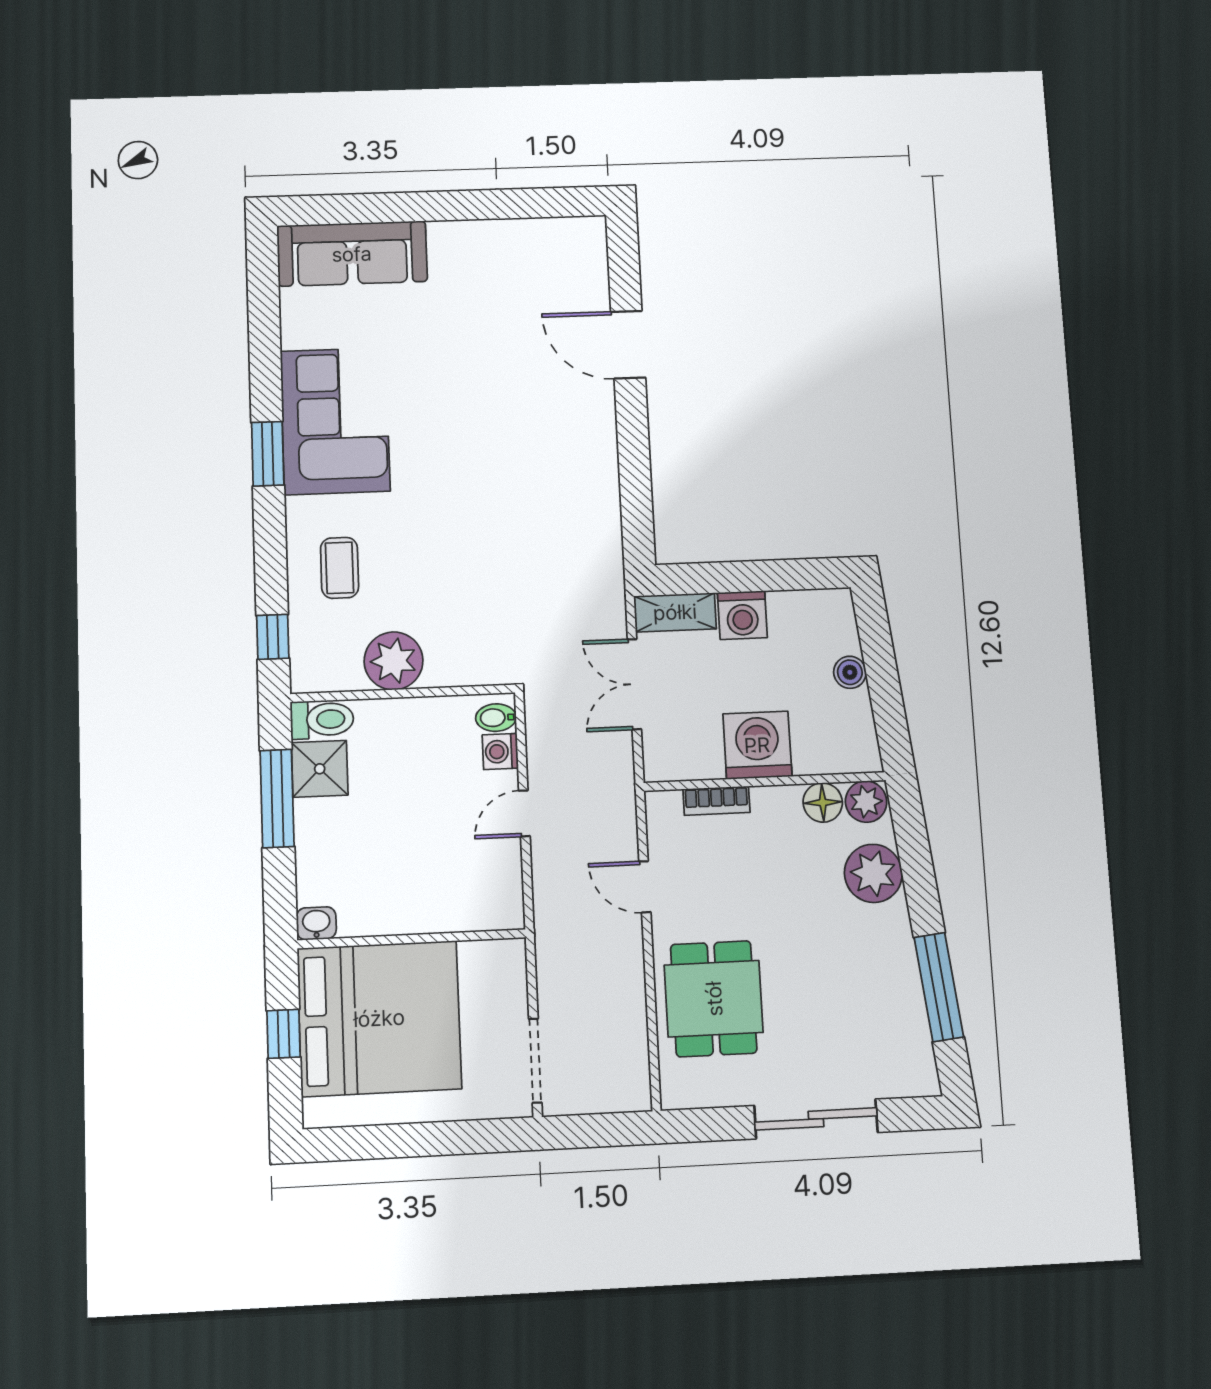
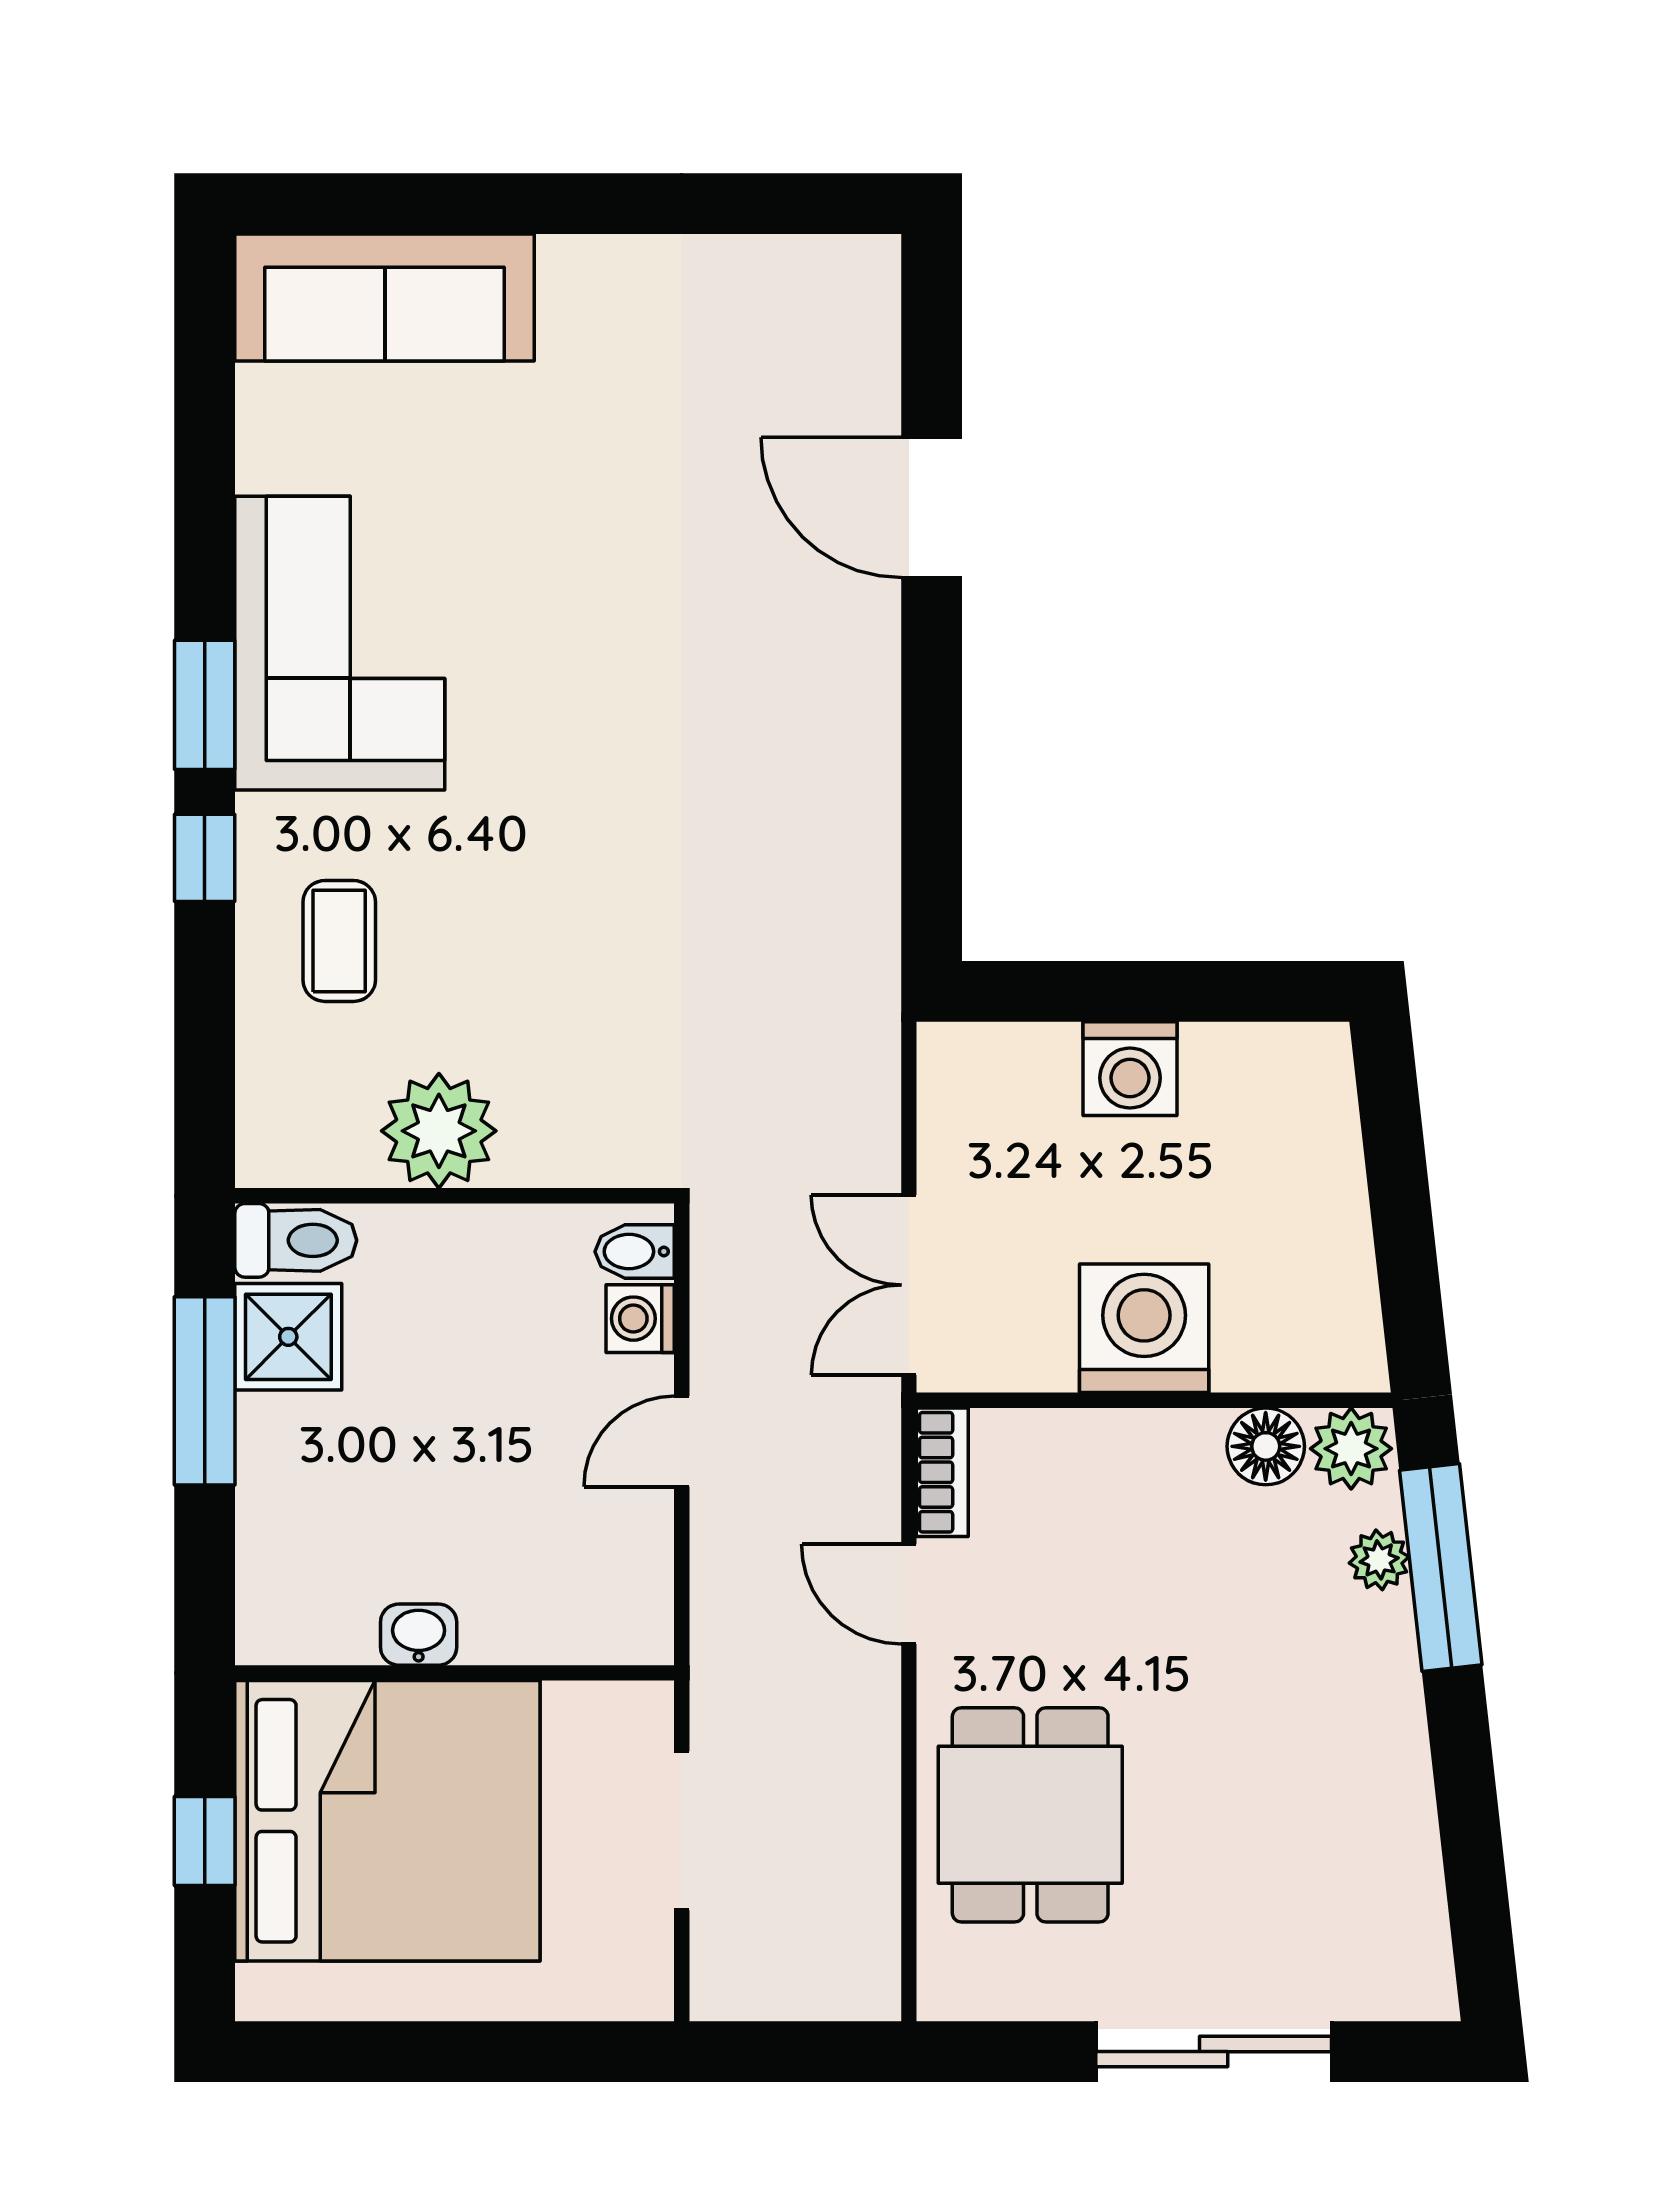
shelving: (675, 612) -> (997, 1058), removed
window: (273, 637) -> (205, 858), moved
boiler: (850, 672) -> (1336, 1192), removed
double door: (634, 684) -> (909, 1285), moved
bookcase: (716, 801) -> (942, 1472), moved, turned -90
plant: (873, 873) -> (1379, 1560), width x0.53, depth x0.53
washbasin: (316, 923) -> (419, 1635), moved
window: (939, 987) -> (1441, 1567), moved
doorway: (535, 1061) -> (682, 1831), moved

